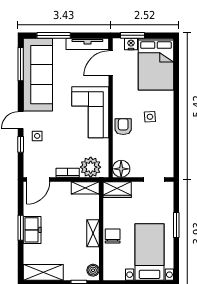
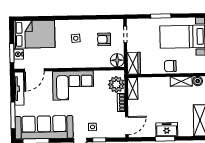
door: (111, 63) -> (34, 70), hinge flipped
armchair: (123, 127) -> (104, 39), moved
door: (38, 180) -> (127, 126), hinge flipped
shelving: (93, 233) -> (181, 81), moved

